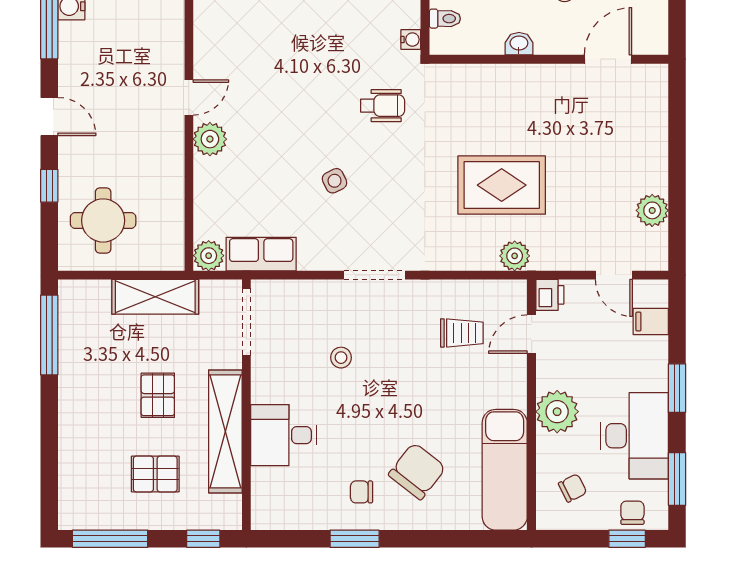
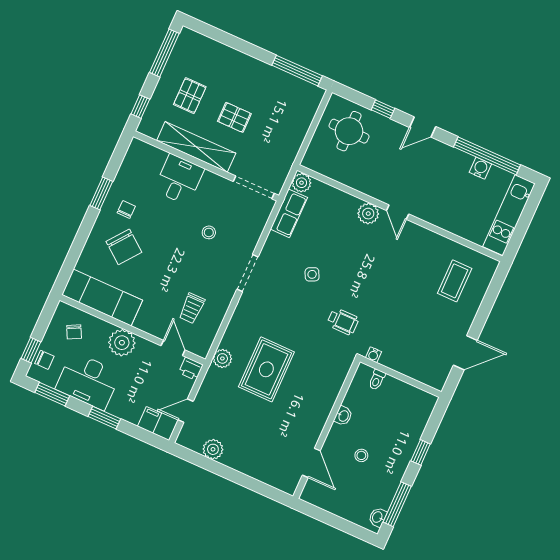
wheelchair: (383, 106) -> (343, 321), turned -90
shelving: (155, 297) -> (292, 141), removed

